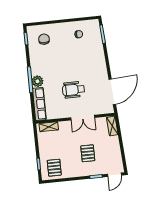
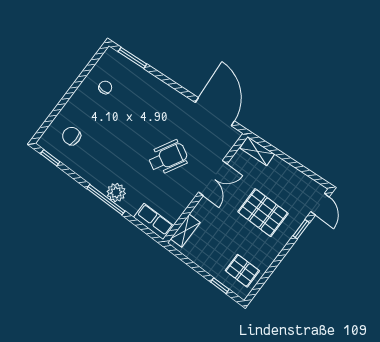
wheelchair: (74, 90) -> (168, 157), turned -151
row of seats: (39, 104) -> (154, 221), width x0.68
pallet: (88, 153) -> (263, 213), width x1.50, depth x1.42

